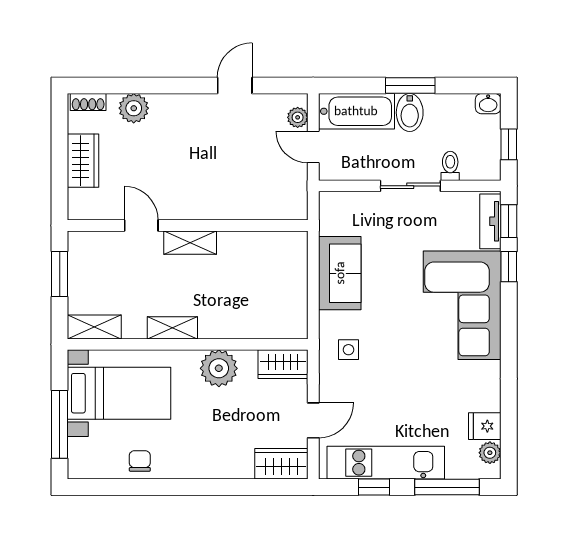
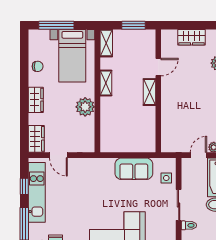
side table: (348, 350) -> (166, 178), moved
wardrobe: (283, 364) -> (36, 100), moved, turned 180

